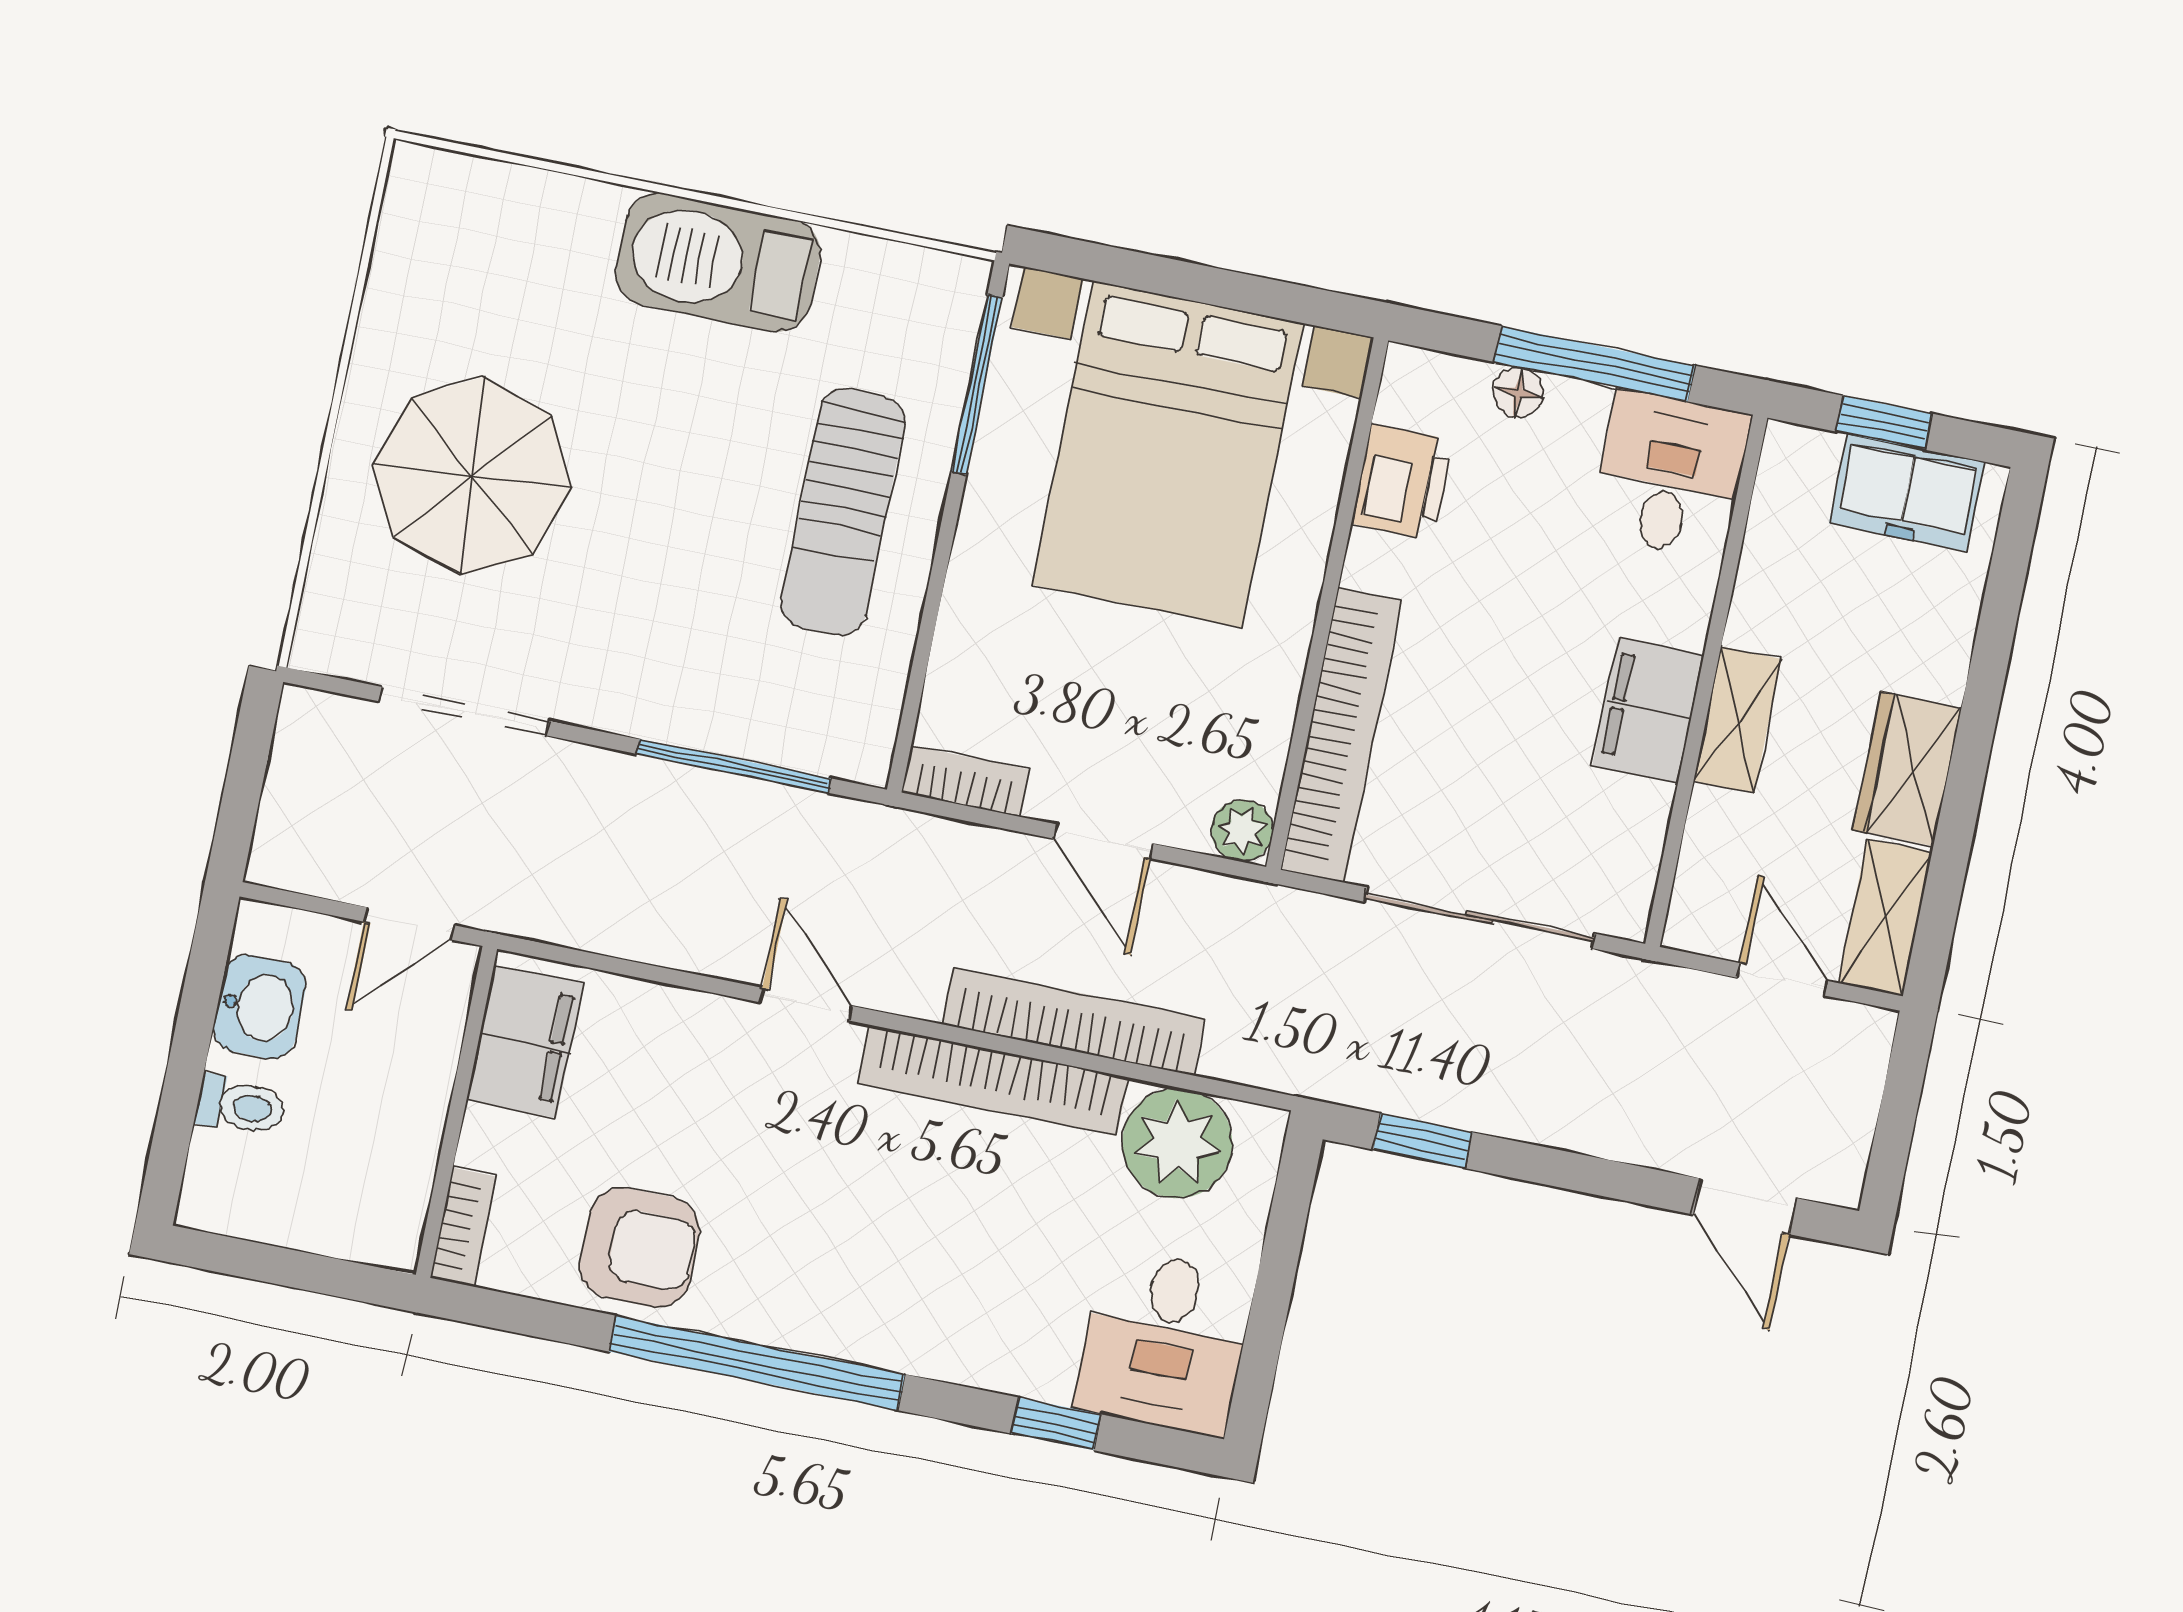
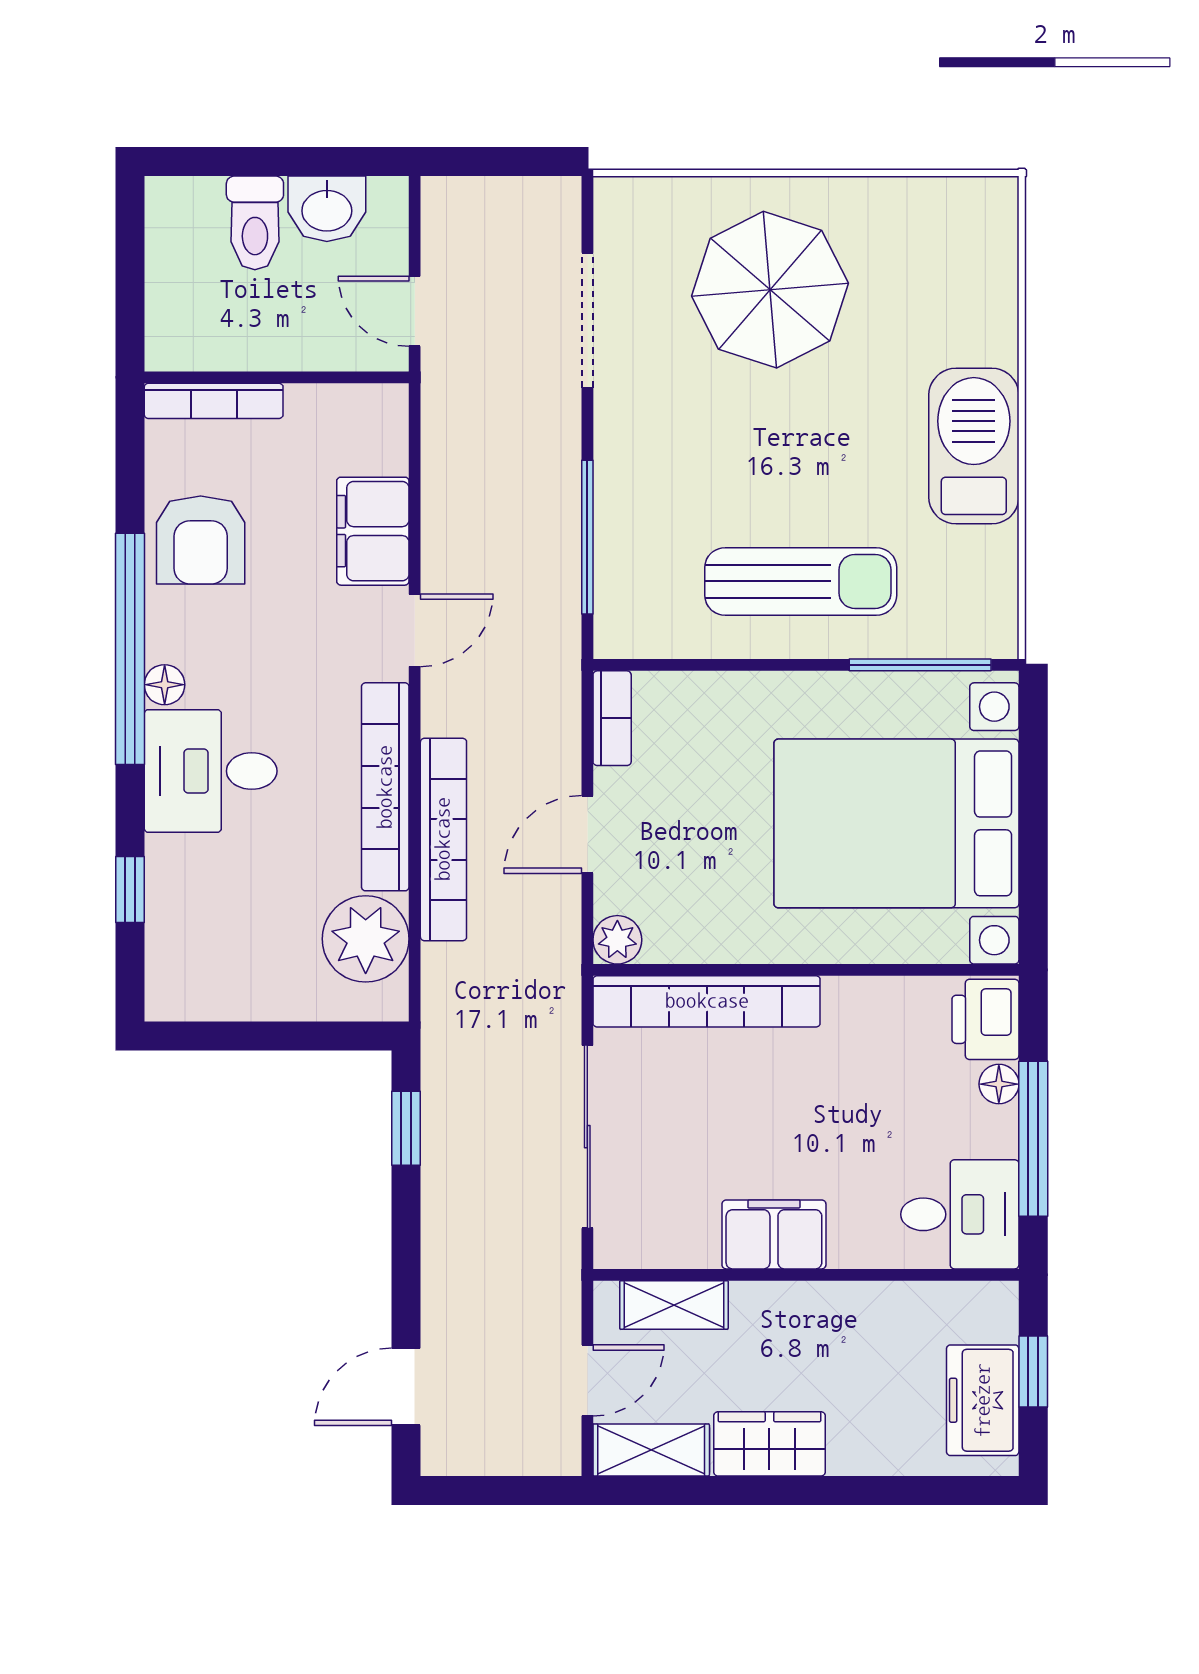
printer: (1403, 482) -> (985, 1019), moved, turned 90
sun lounger: (843, 512) -> (801, 581), turned 180
shelving: (1737, 720) -> (674, 1305), moved
filing cabinet: (525, 1042) -> (373, 531), moved, turned 90
toilet: (241, 1106) -> (255, 223), width x1.37, depth x1.39
bookcase: (463, 1227) -> (214, 401), width x1.56
floor lamp: (810, 1329) -> (165, 685), added
desk: (1165, 1341) -> (211, 771), moved

